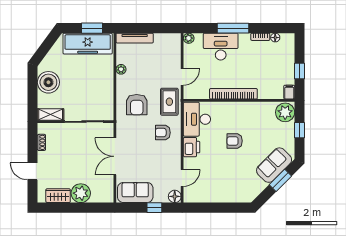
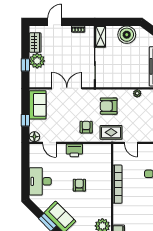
desk: (197, 119) -> (40, 181), moved, turned -90
window: (86, 208) -> (25, 65), added

